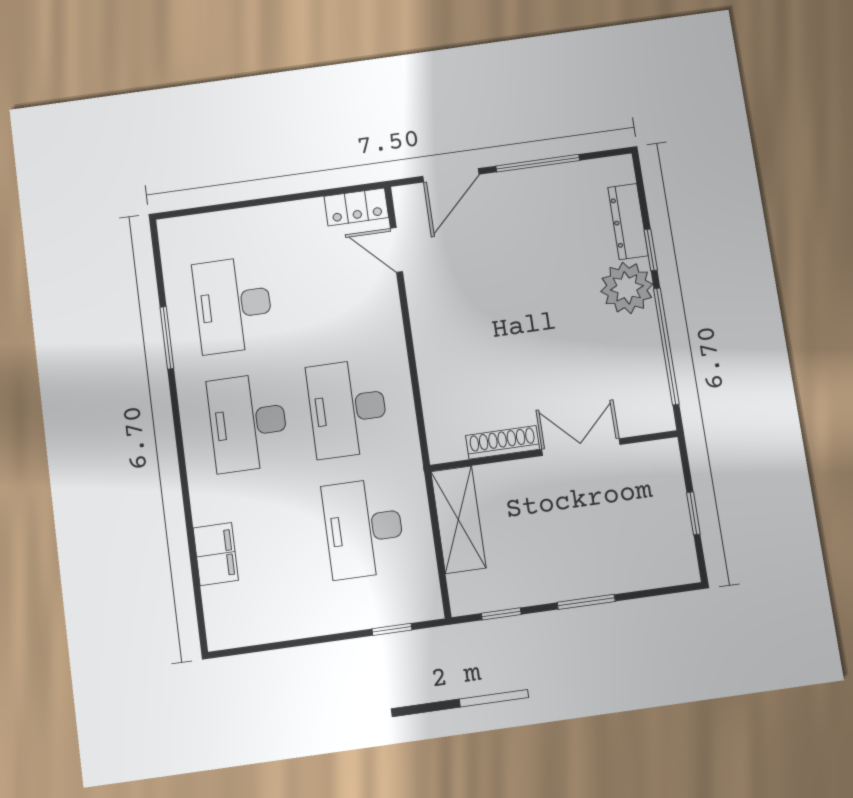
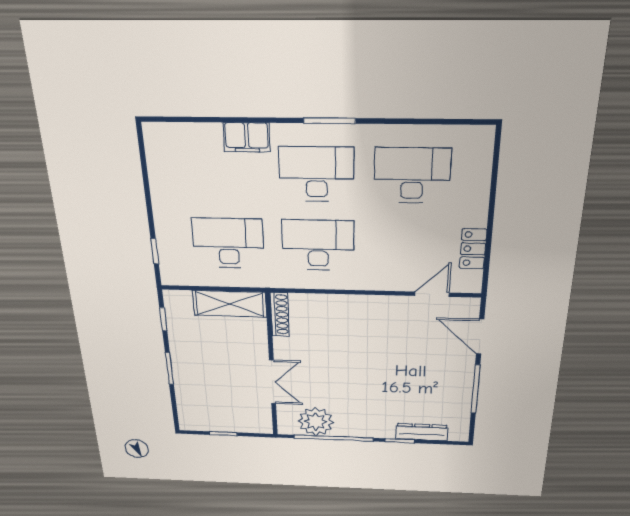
locker: (356, 207) -> (473, 249), moved
plant: (627, 288) -> (316, 422), moved
window: (167, 338) -> (330, 121), moved
shoe rack: (503, 442) -> (280, 314), moved
filing cabinet: (216, 554) -> (247, 137), moved

